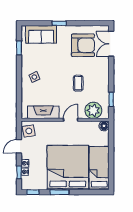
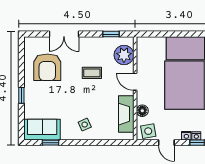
sofa: (41, 34) -> (42, 130), moved, turned -90
double door: (111, 44) -> (64, 34), moved
armchair: (83, 45) -> (47, 67), turned 180
floor lamp: (104, 126) -> (142, 111), moved

